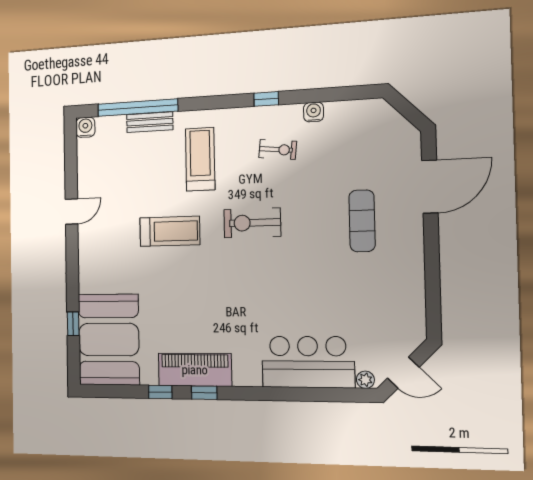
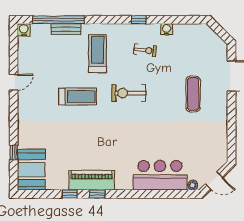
booth: (109, 339) -> (31, 170), width x0.73, depth x0.70

